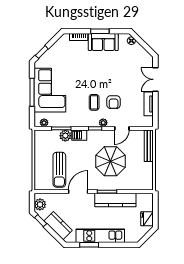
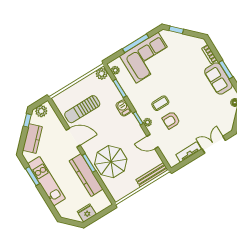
plant: (65, 136) -> (102, 74), moved
parasol: (110, 161) -> (111, 162), moved

